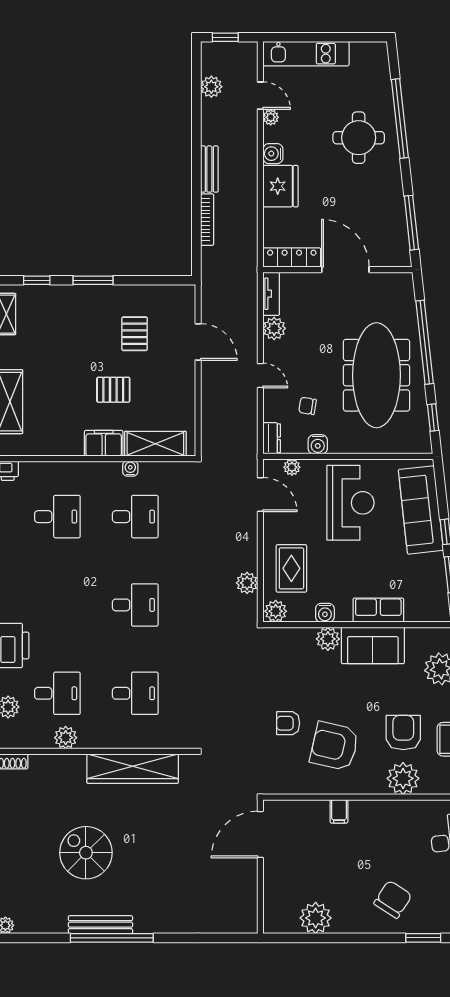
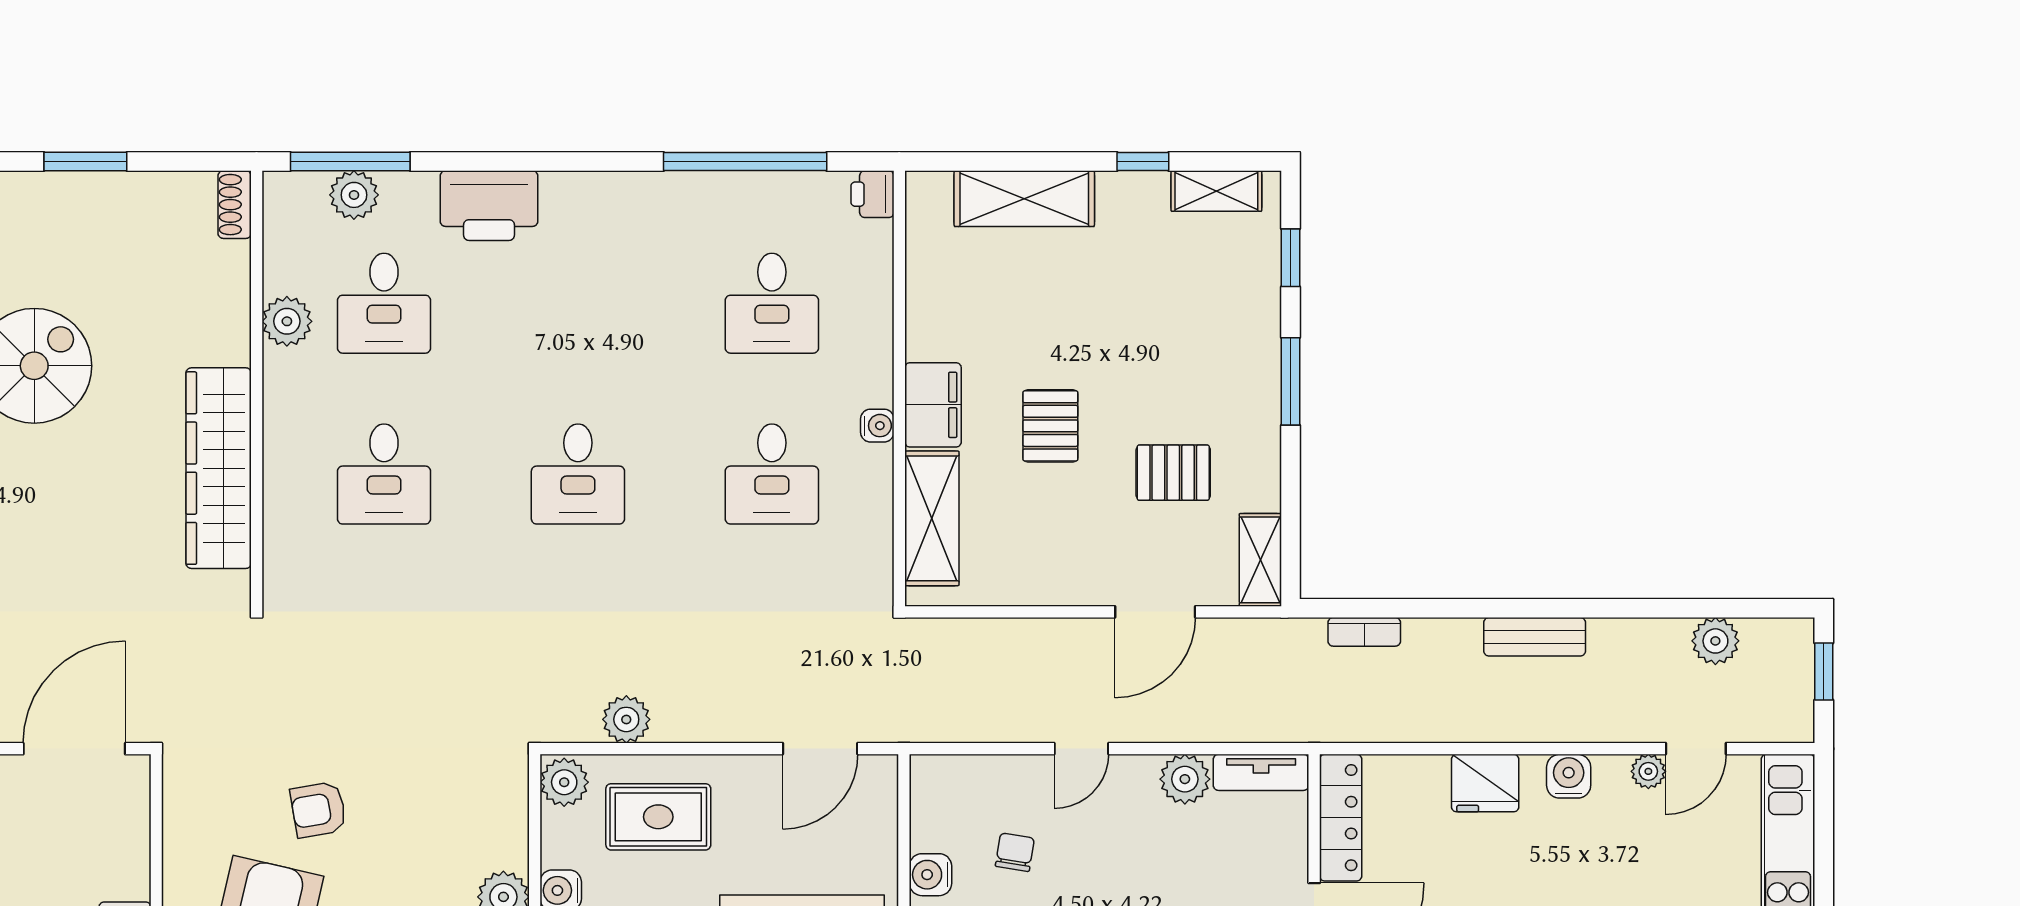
fridge: (280, 186) -> (1485, 783), width x0.73, depth x0.75
bookcase: (207, 220) -> (1364, 632), moved, width x0.64
shelving: (174, 294) -> (1260, 560), added
dresser: (272, 438) -> (944, 773), removed
plant: (292, 467) -> (880, 818), removed
water cooler: (130, 469) -> (877, 426), moved
armchair: (288, 723) -> (318, 810), turned -100
door: (260, 834) -> (74, 749), hinge flipped

